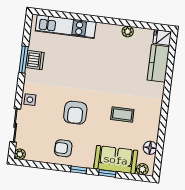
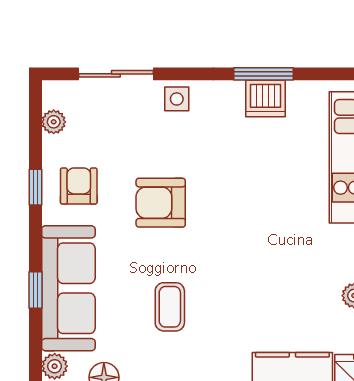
plant: (20, 154) -> (54, 122), moved
sofa: (116, 160) -> (68, 288), width x1.36
window: (79, 170) -> (36, 187), moved

